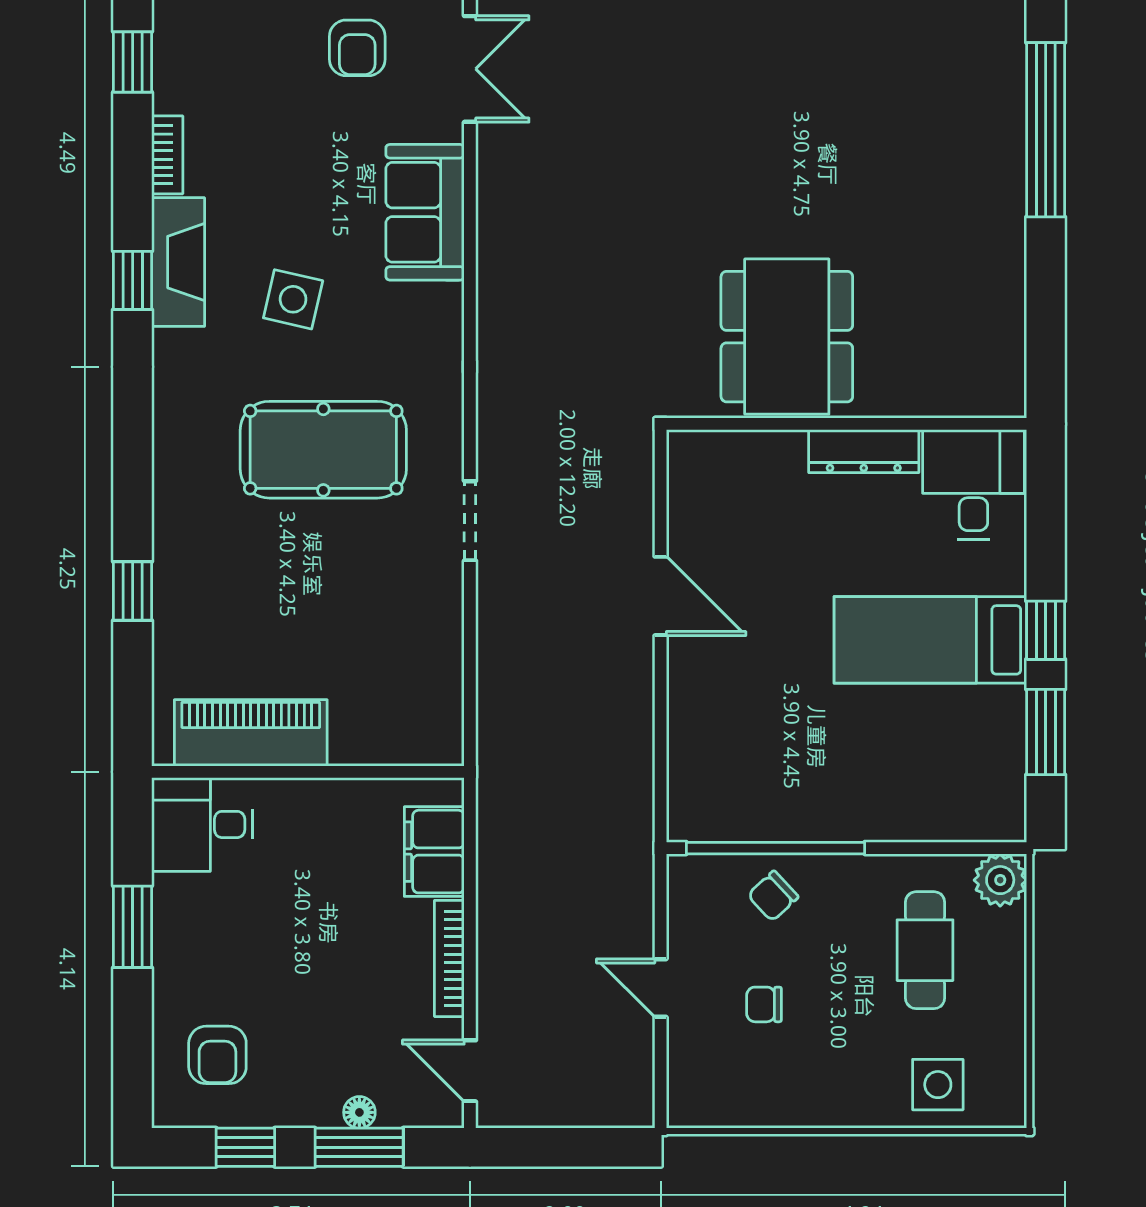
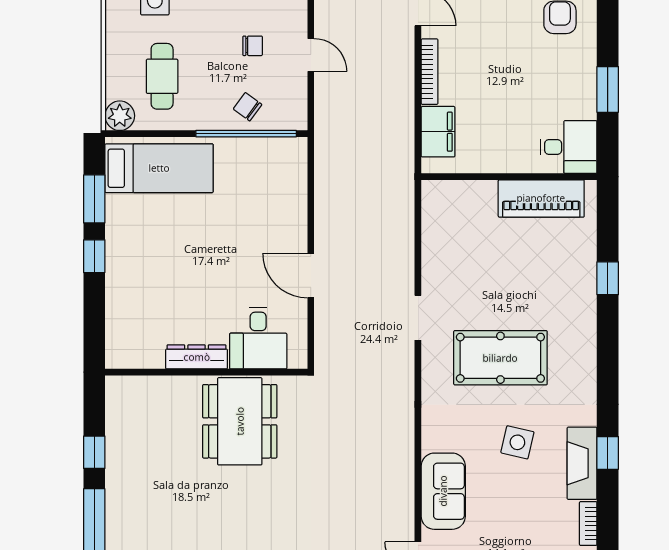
window: (1046, 282) -> (94, 452), added
desk: (973, 485) -> (258, 338), moved
bed: (930, 640) -> (159, 168), moved
chair: (773, 896) -> (248, 107), turned -101

